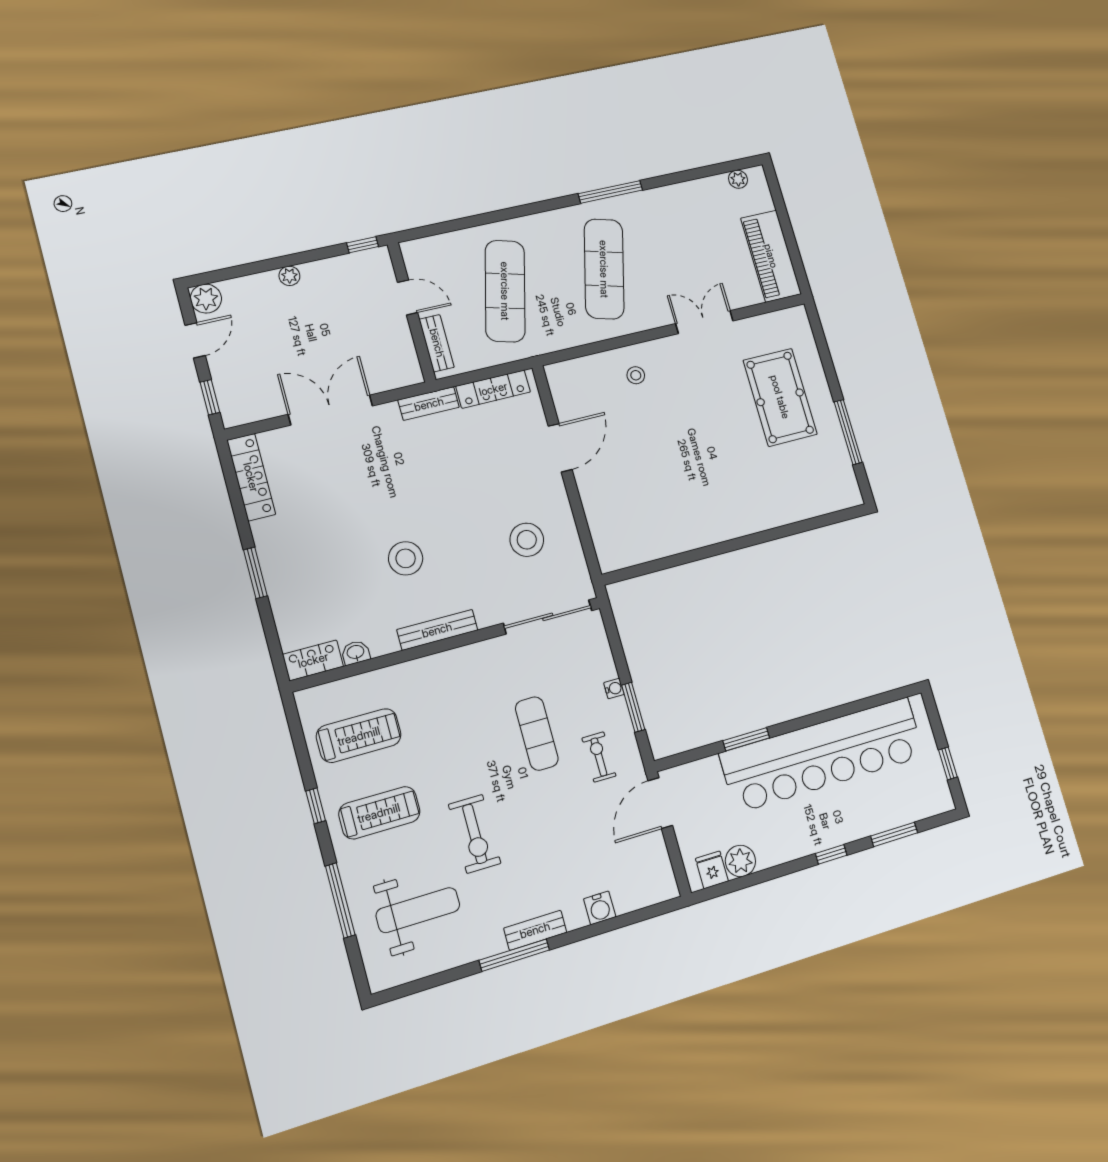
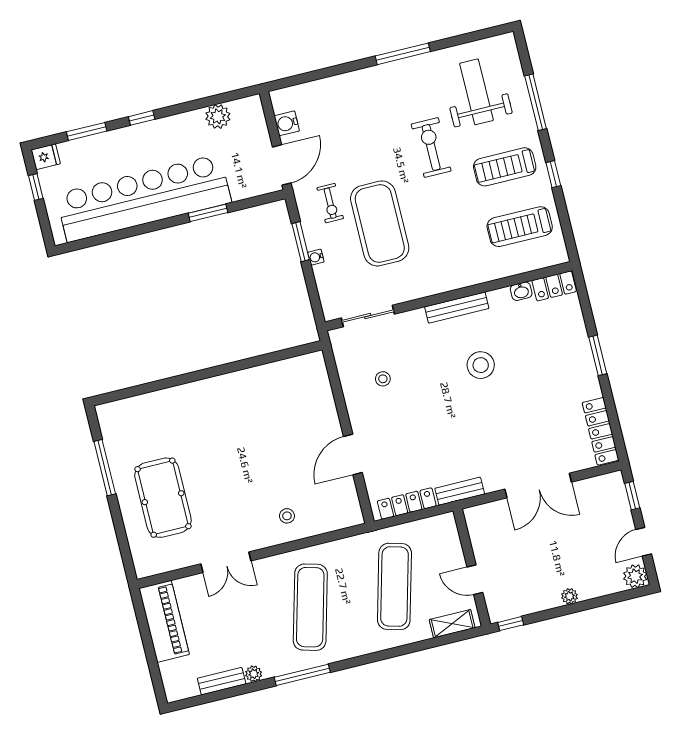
plant: (738, 179) -> (254, 674), moved
shelving: (434, 246) -> (452, 624), added
bench: (437, 343) -> (222, 681), moved, turned 90
stool: (527, 540) -> (383, 379), width x0.53, depth x0.53
sliding door: (548, 617) -> (368, 316), width x0.73
exercise mat: (537, 734) -> (380, 223), width x2.00, depth x1.45
fridge: (712, 870) -> (46, 157), moved, turned -90
water cooler: (600, 908) -> (287, 123), moved, turned -90
weight bench: (418, 910) -> (477, 92), turned 90
bench: (535, 930) -> (386, 72), removed

